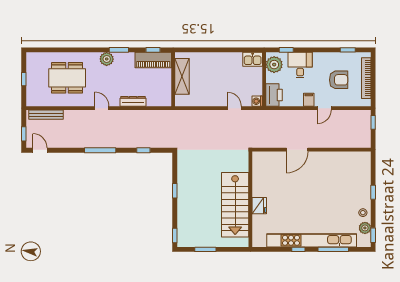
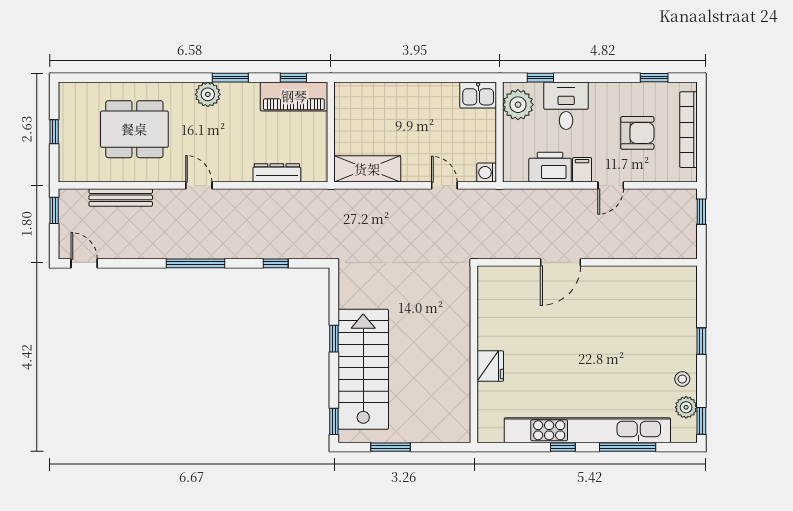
shelving: (182, 76) -> (367, 169), moved, turned 90
printer: (274, 95) -> (550, 167), moved, turned -90
dresser: (133, 101) -> (277, 173), moved
bench: (46, 115) -> (121, 197), moved
window: (24, 134) -> (54, 210), moved
stairs: (235, 205) -> (363, 369), moved, turned 180

